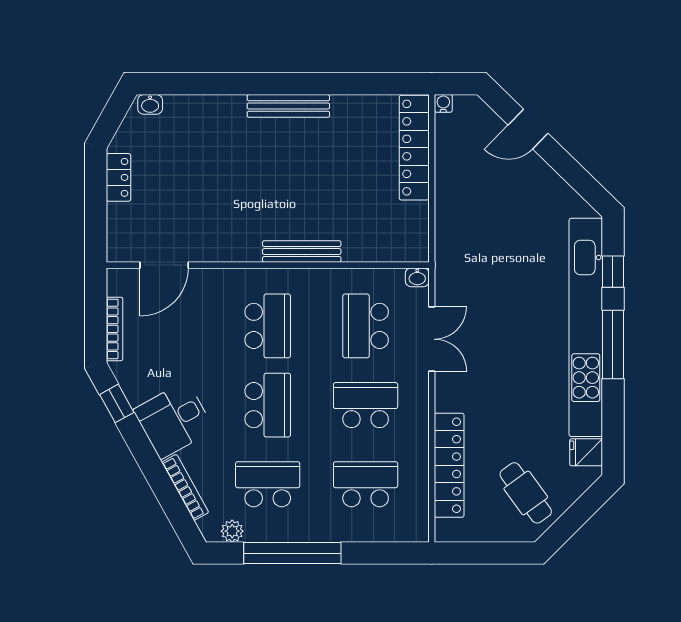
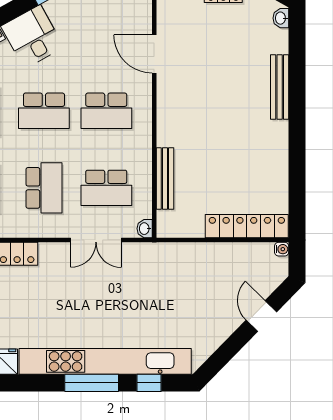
bench: (288, 106) -> (280, 87), moved
bench: (302, 251) -> (165, 178), moved
door: (164, 265) -> (154, 54), moved
school desk: (366, 326) -> (106, 188), turned 180

